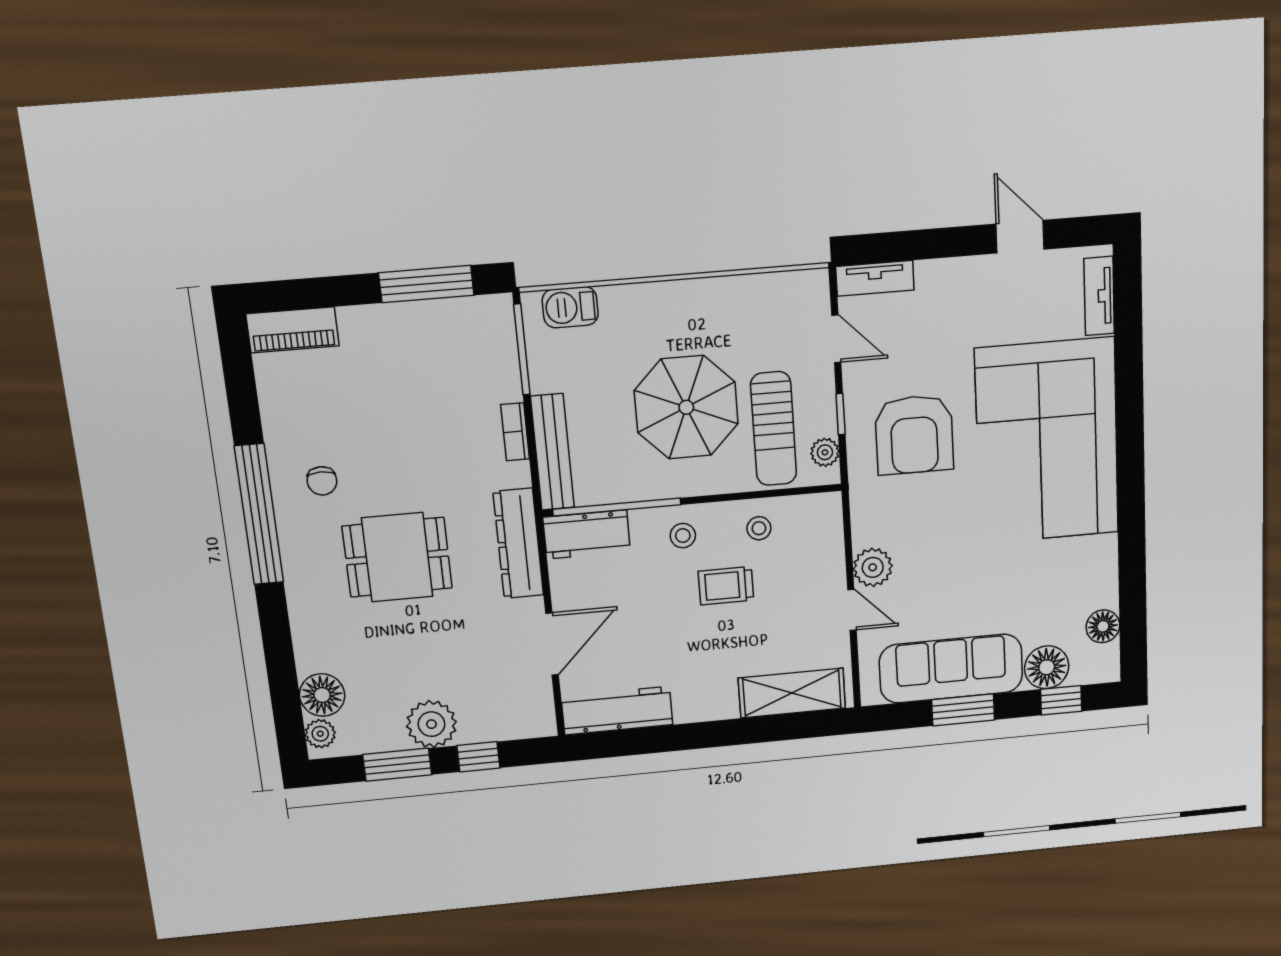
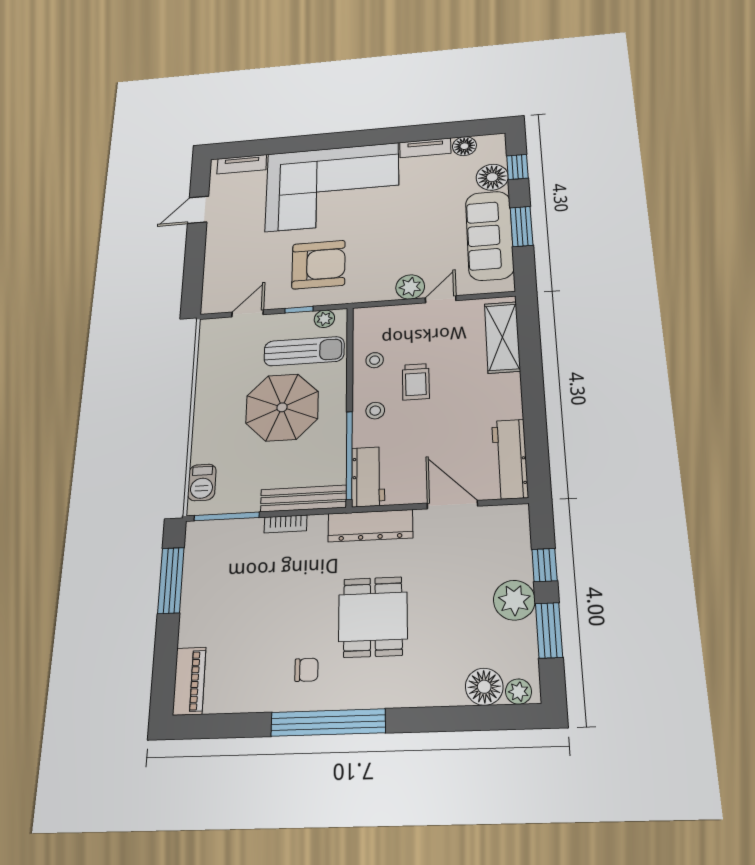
tv unit: (875, 278) -> (425, 148), moved, turned 90

